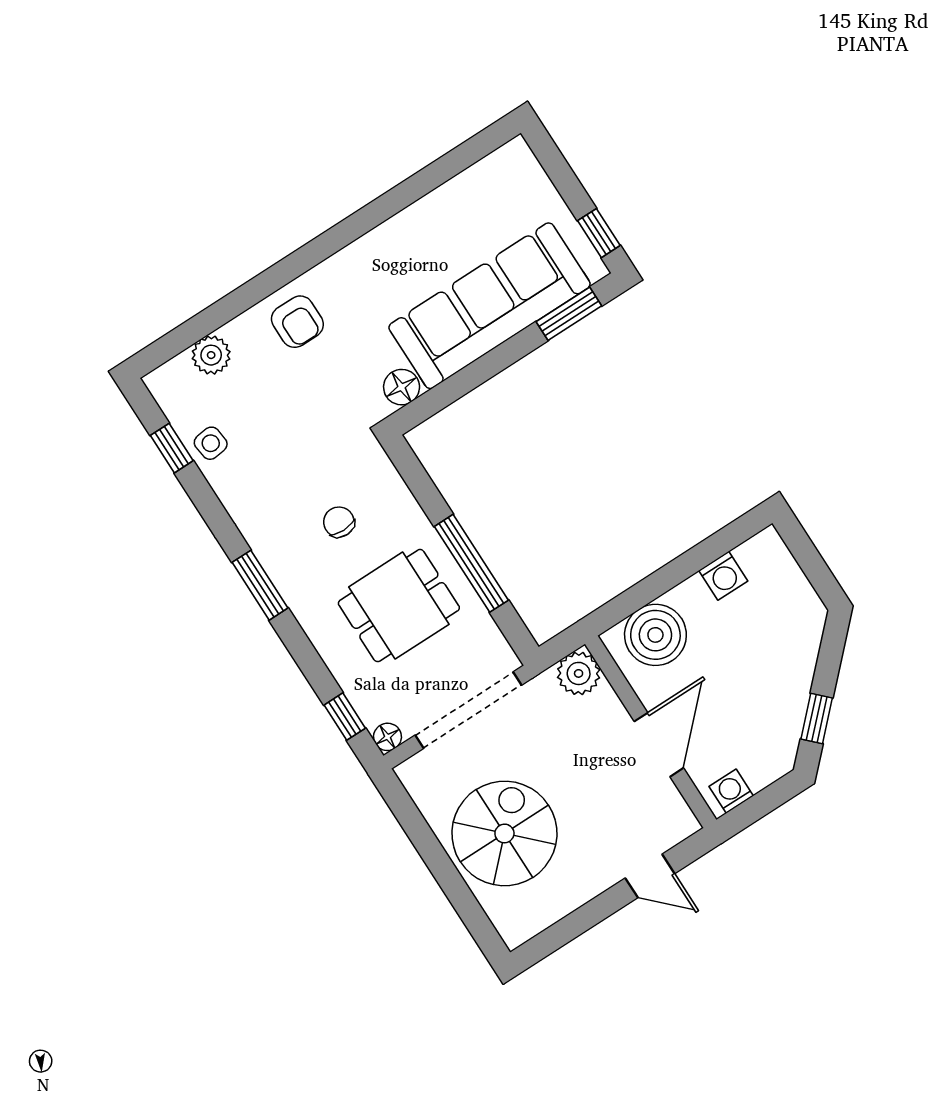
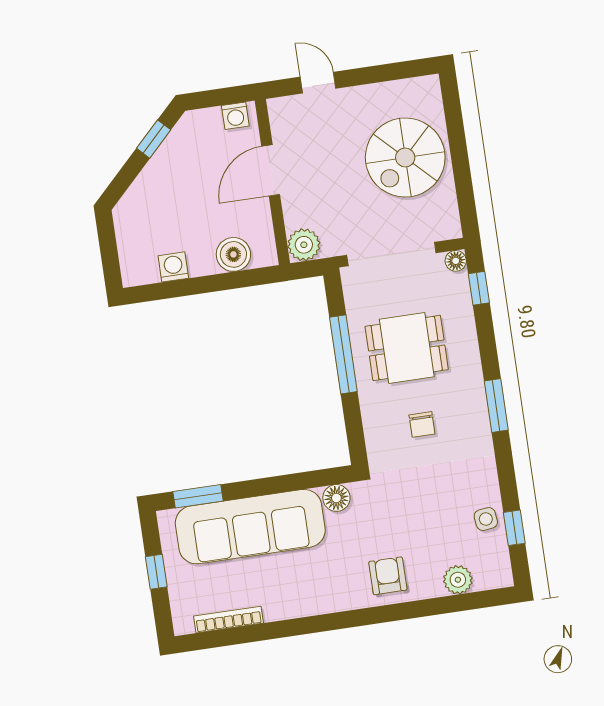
bookcase: (465, 182) -> (228, 620), added
window: (599, 233) -> (156, 572), moved
boiler: (655, 635) -> (233, 254), width x0.73, depth x0.73

